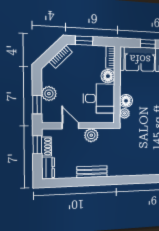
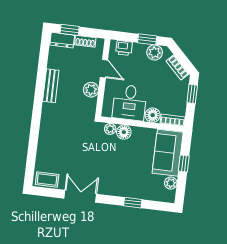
plant: (49, 94) -> (155, 52), moved
window: (37, 105) -> (147, 39), moved
printer: (48, 109) -> (124, 48), added
door: (70, 126) -> (104, 69), hinge flipped
window: (37, 145) -> (70, 30), moved

